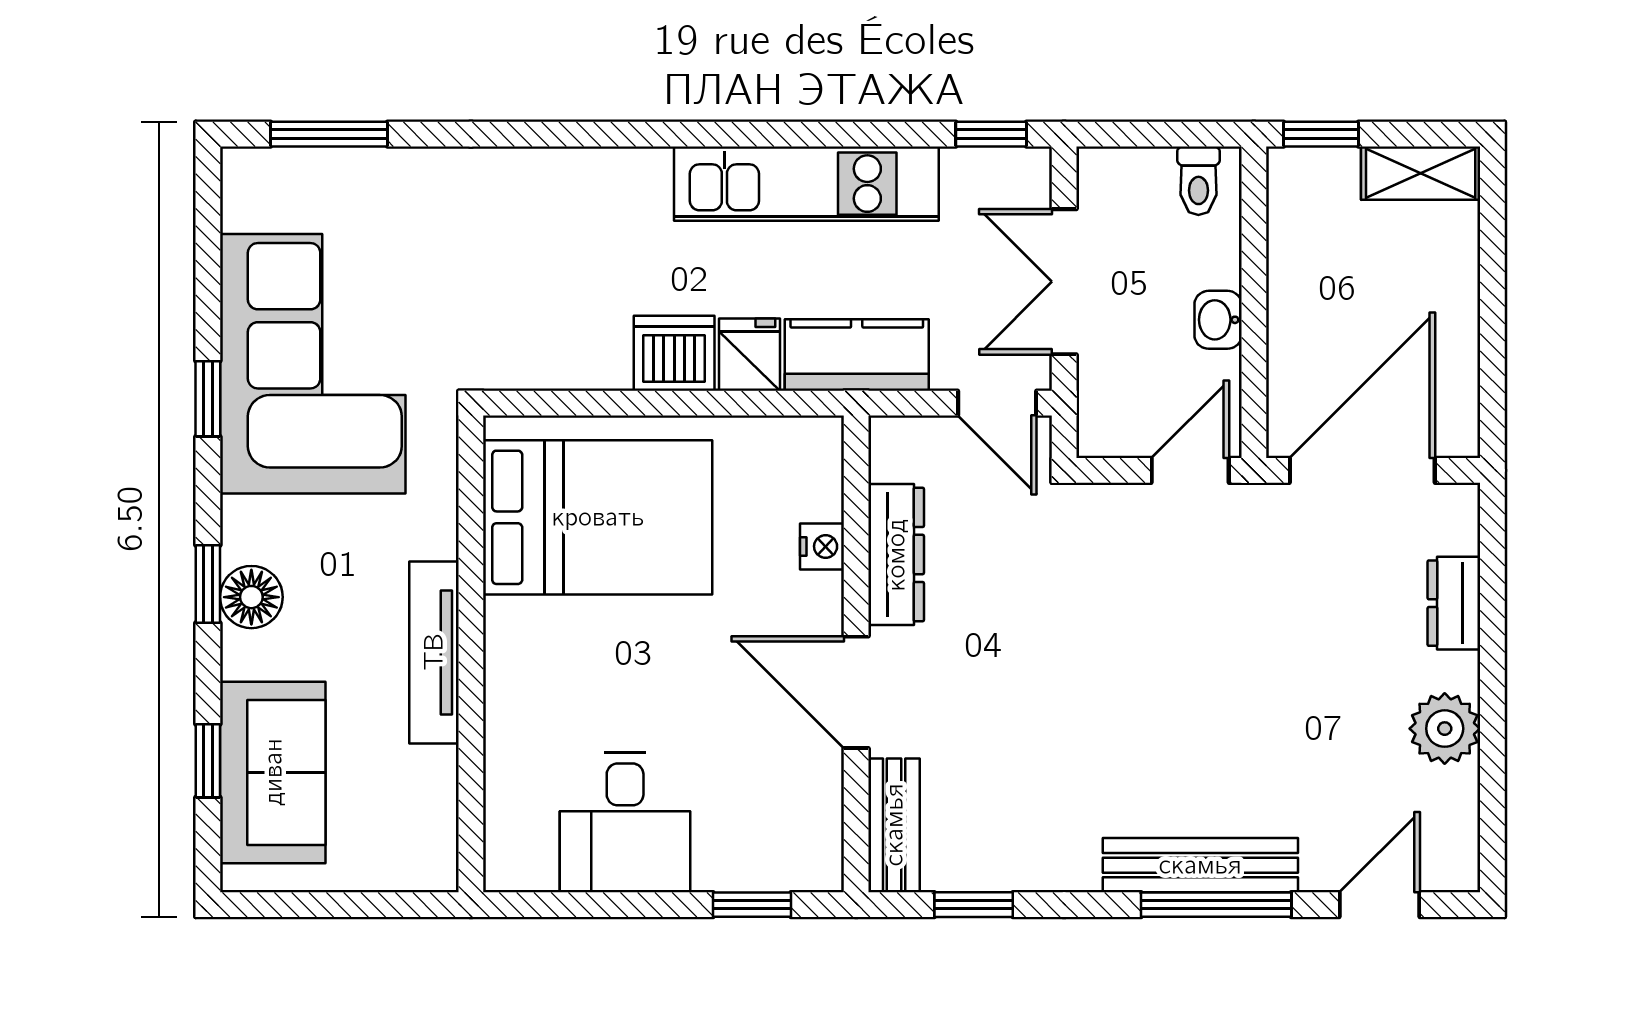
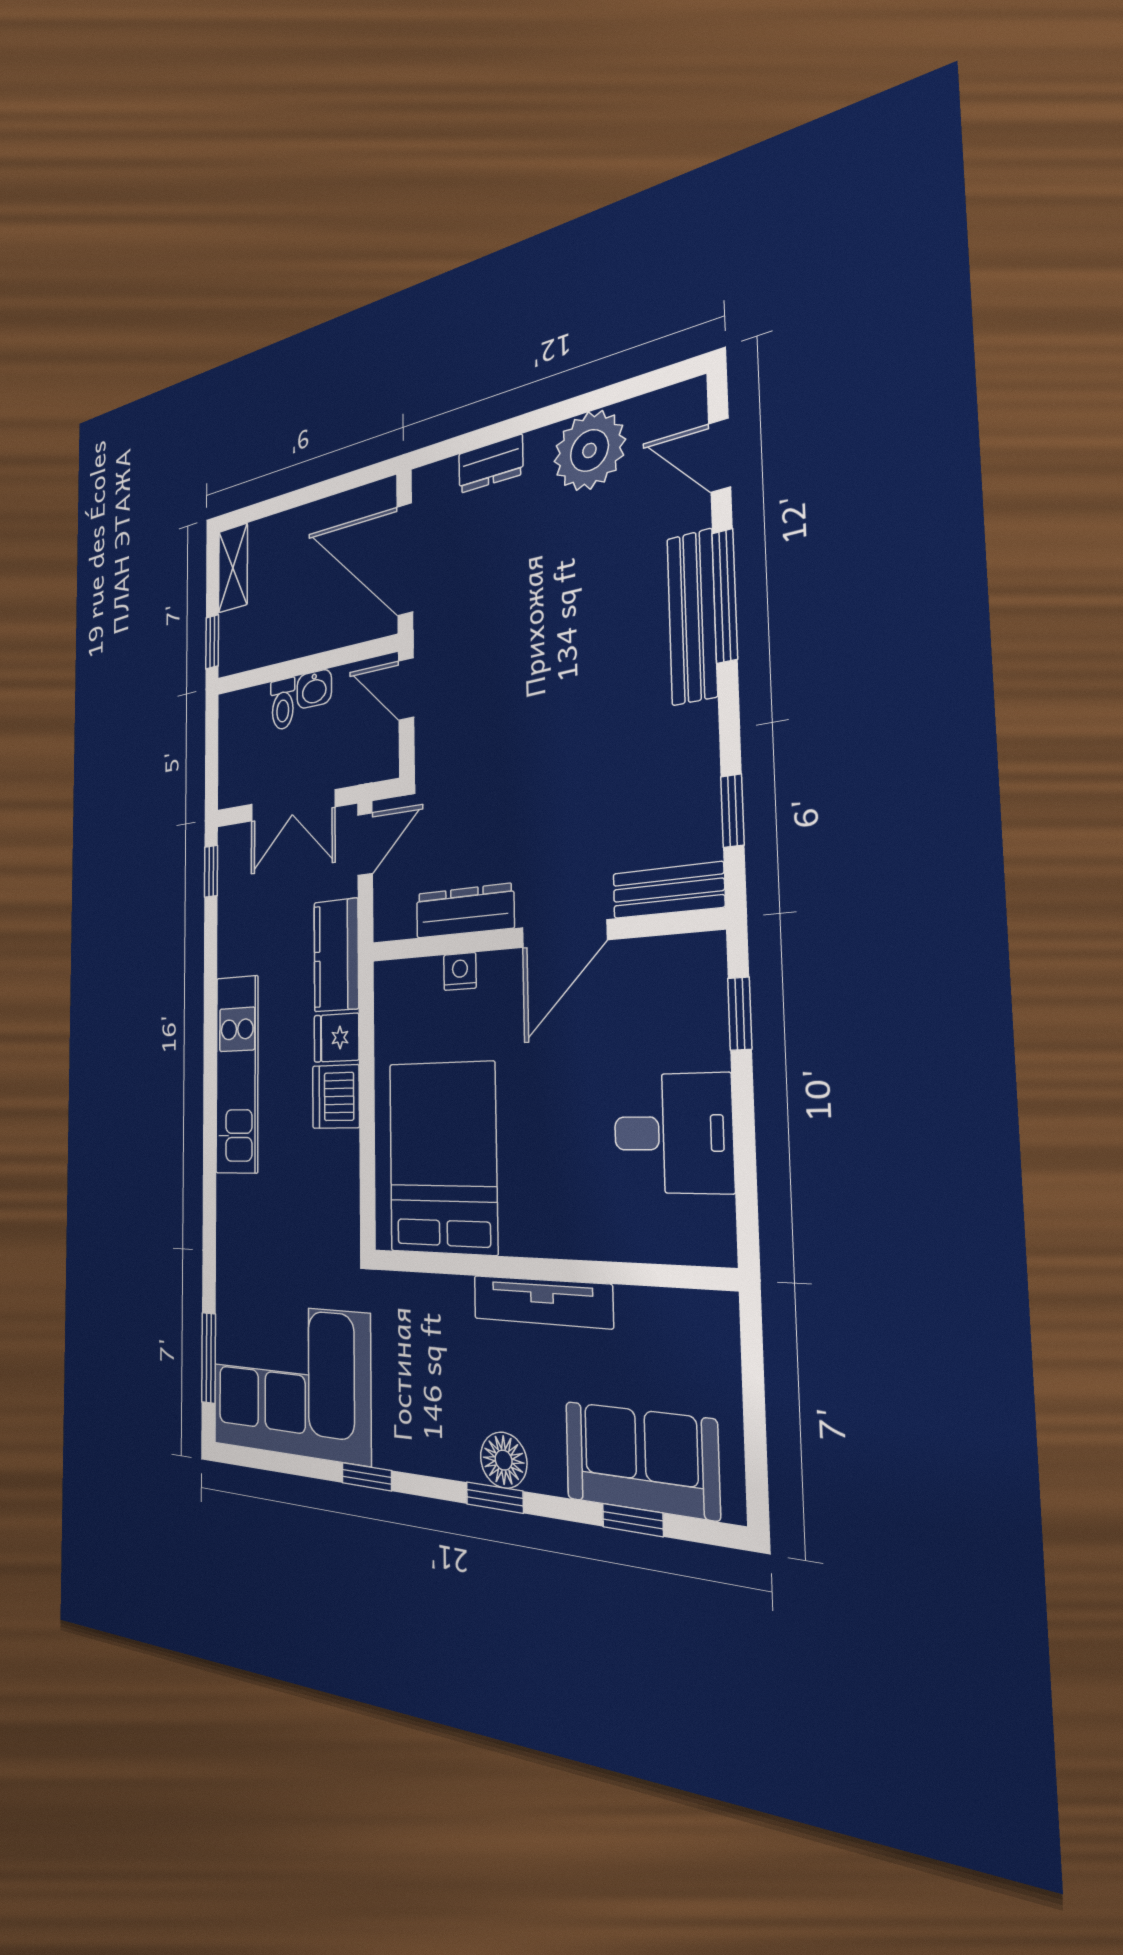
toilet: (1198, 181) -> (283, 704), moved, turned 90
kitchen unit: (806, 184) -> (237, 1074), moved
corner sofa: (313, 364) -> (290, 1380), moved
plant: (1445, 729) -> (589, 450), width x1.36, depth x1.36

